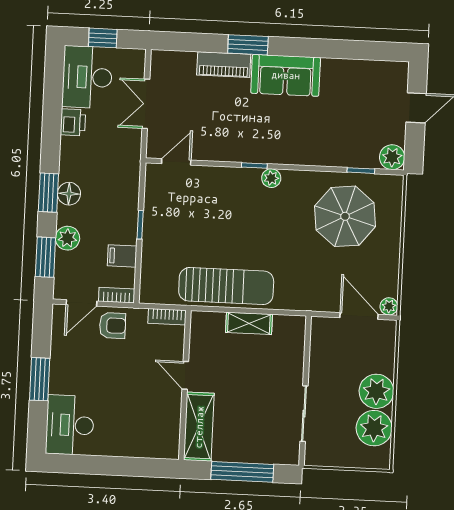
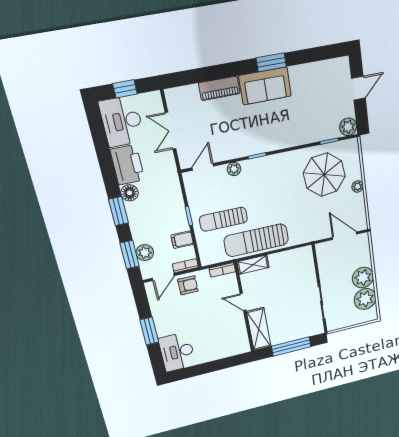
window: (248, 45) -> (271, 62), moved
printer: (73, 122) -> (127, 165), width x1.87, depth x1.48
plant: (271, 178) -> (234, 169), moved
floor lamp: (69, 194) -> (129, 193), moved
plant: (67, 238) -> (145, 253), moved
sun lounger: (187, 242) -> (223, 219), added
sun lounger: (226, 286) -> (256, 240), turned 180
plant: (389, 306) -> (358, 186), moved
shelving: (249, 323) -> (253, 265), moved

